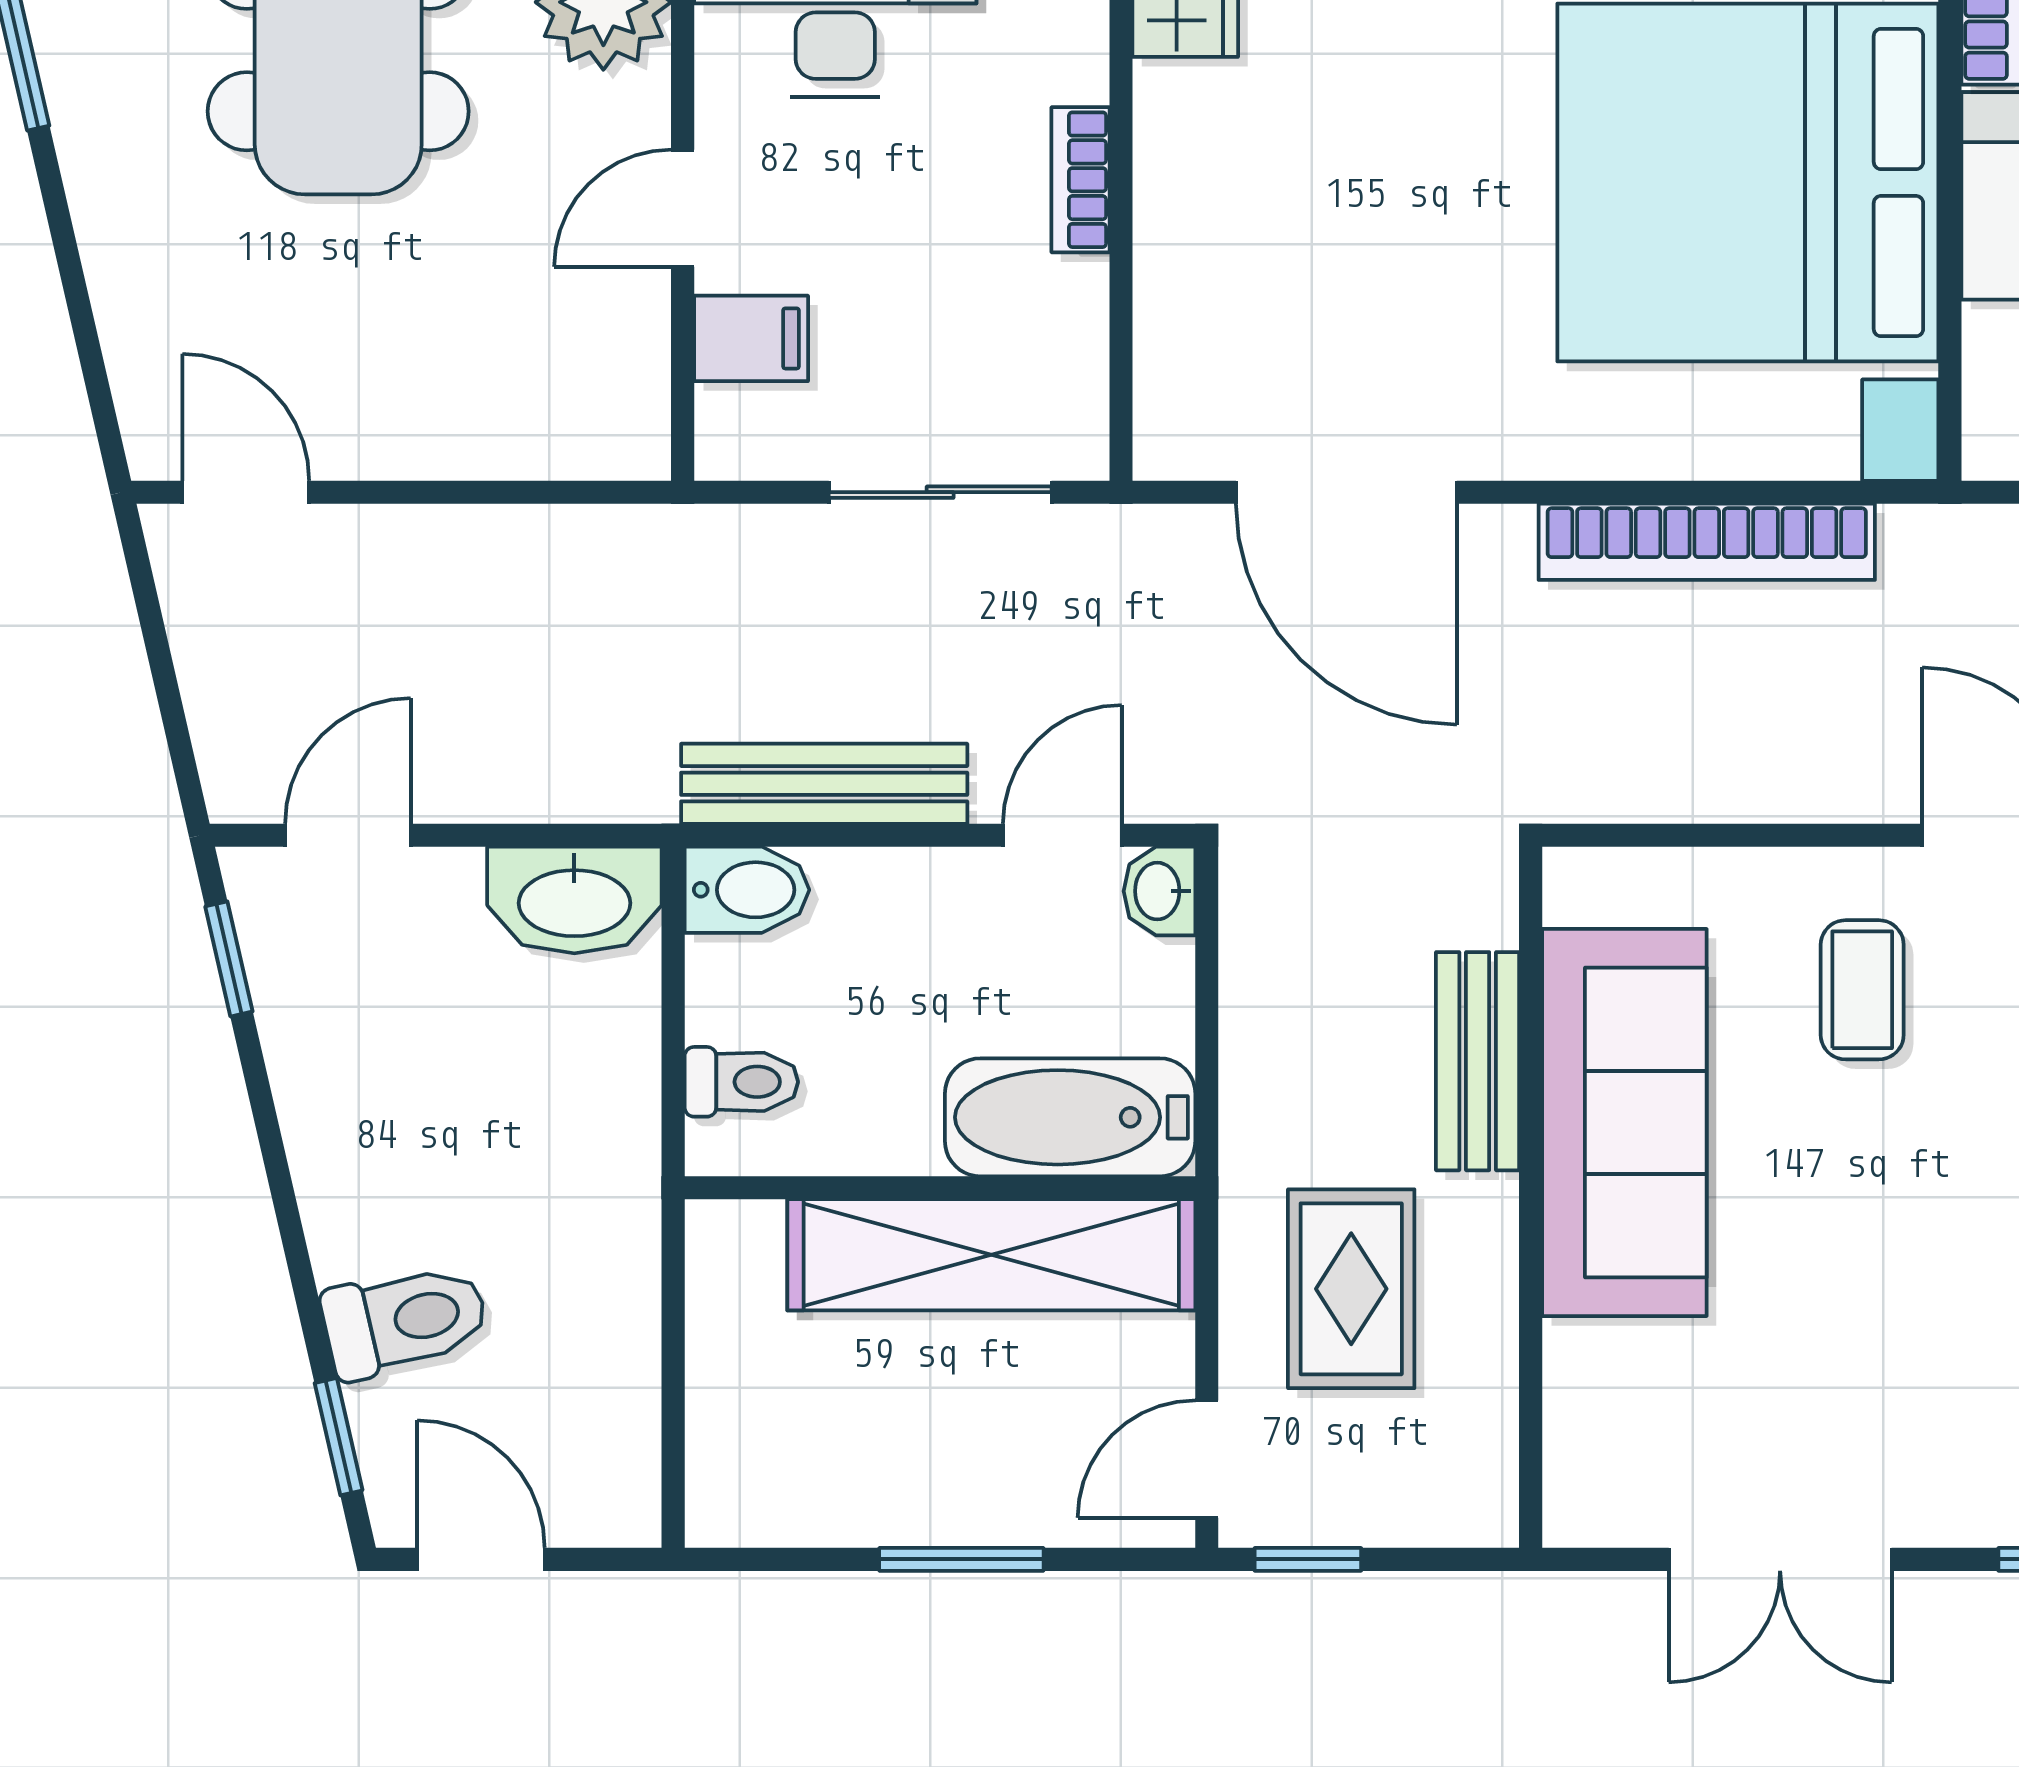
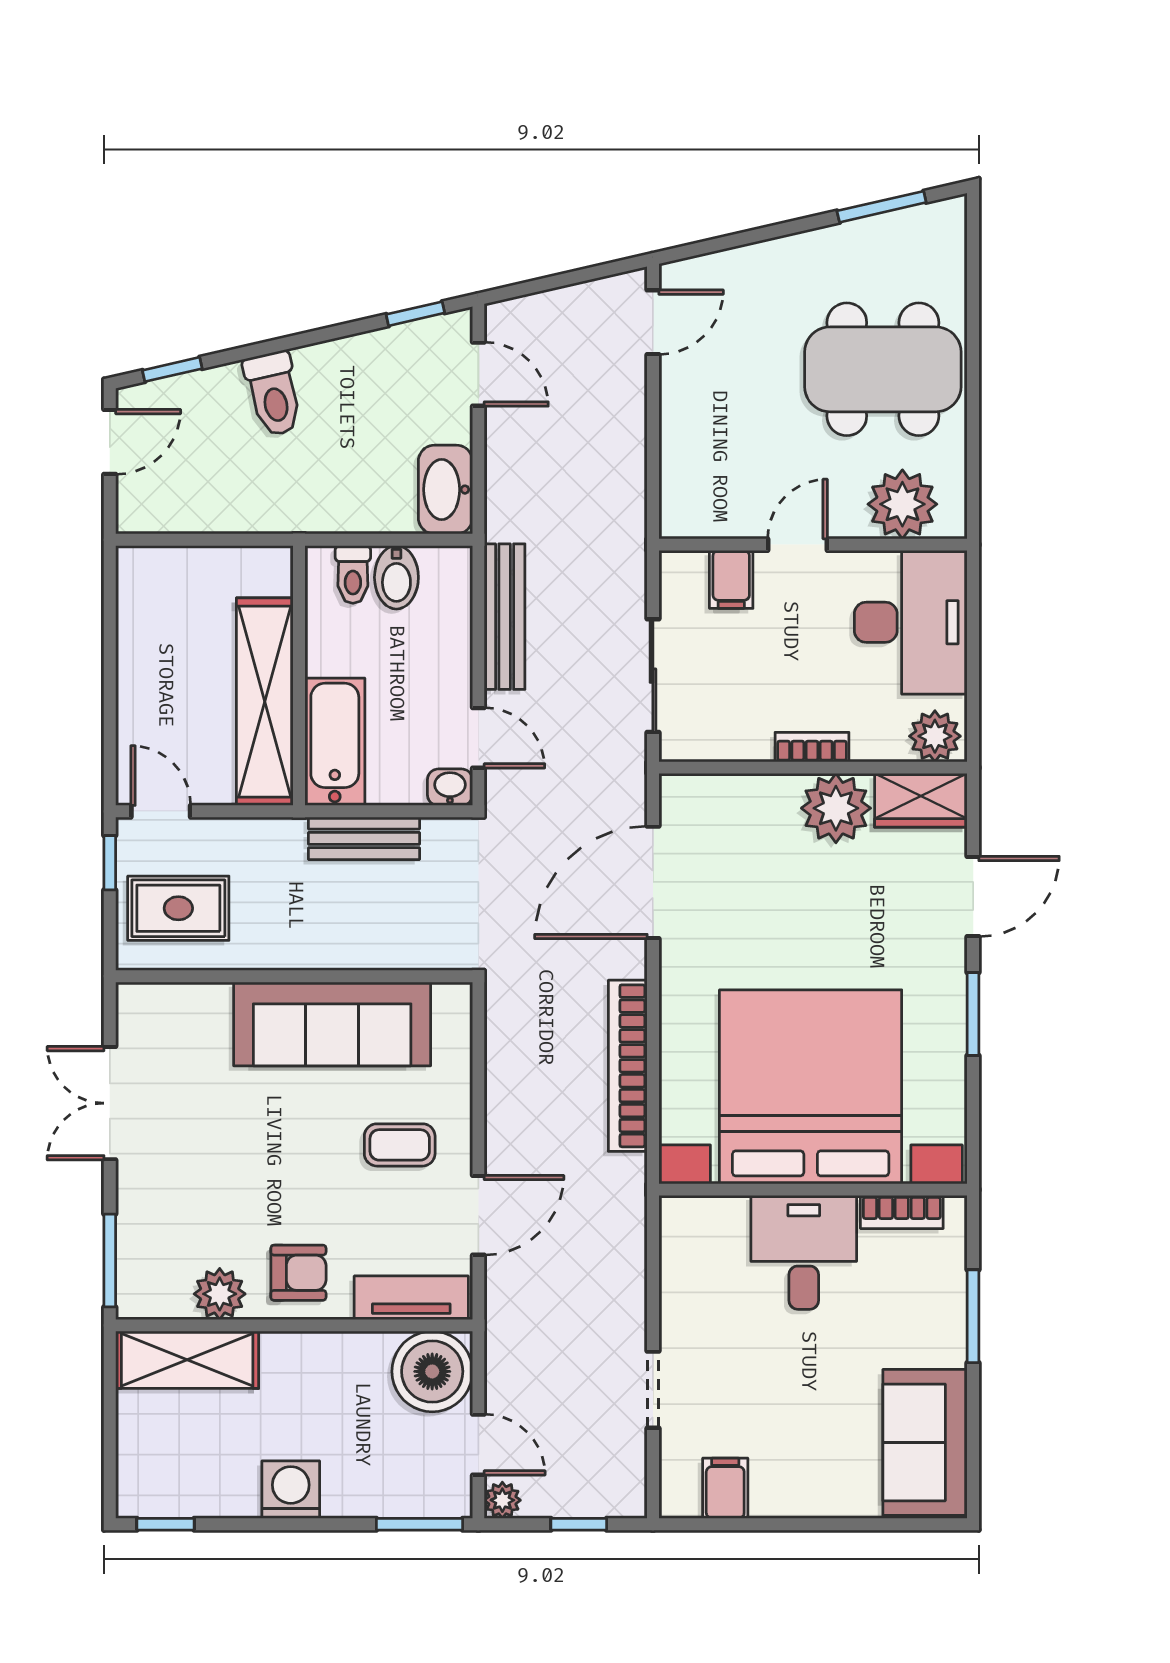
plant: (1201, 133) -> (836, 808), added
door: (683, 208) -> (797, 545), hinge flipped
bidet: (747, 890) -> (396, 577), moved
bench: (1478, 1061) -> (364, 838), moved
rug: (1351, 1289) -> (178, 908), moved
toilet: (405, 1320) -> (273, 394), moved
window: (961, 1559) -> (110, 686), removed

